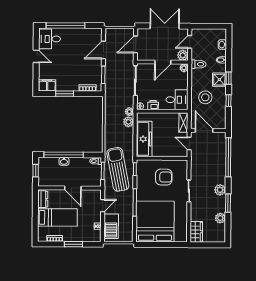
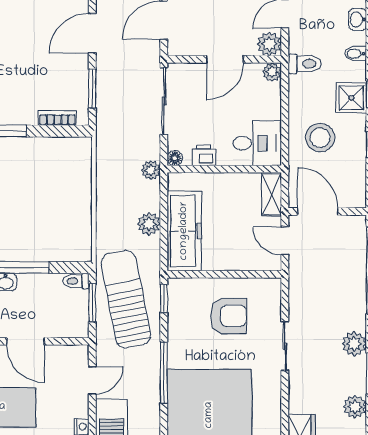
plant: (128, 122) -> (149, 224), moved

